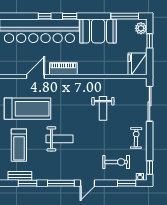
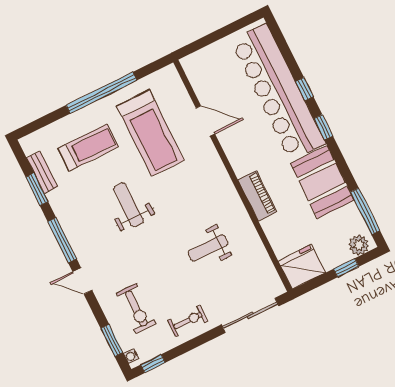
piano: (63, 69) -> (257, 196), moved
weight bench: (59, 139) -> (129, 205), turned 180
treadmill: (19, 145) -> (88, 147), turned 180

